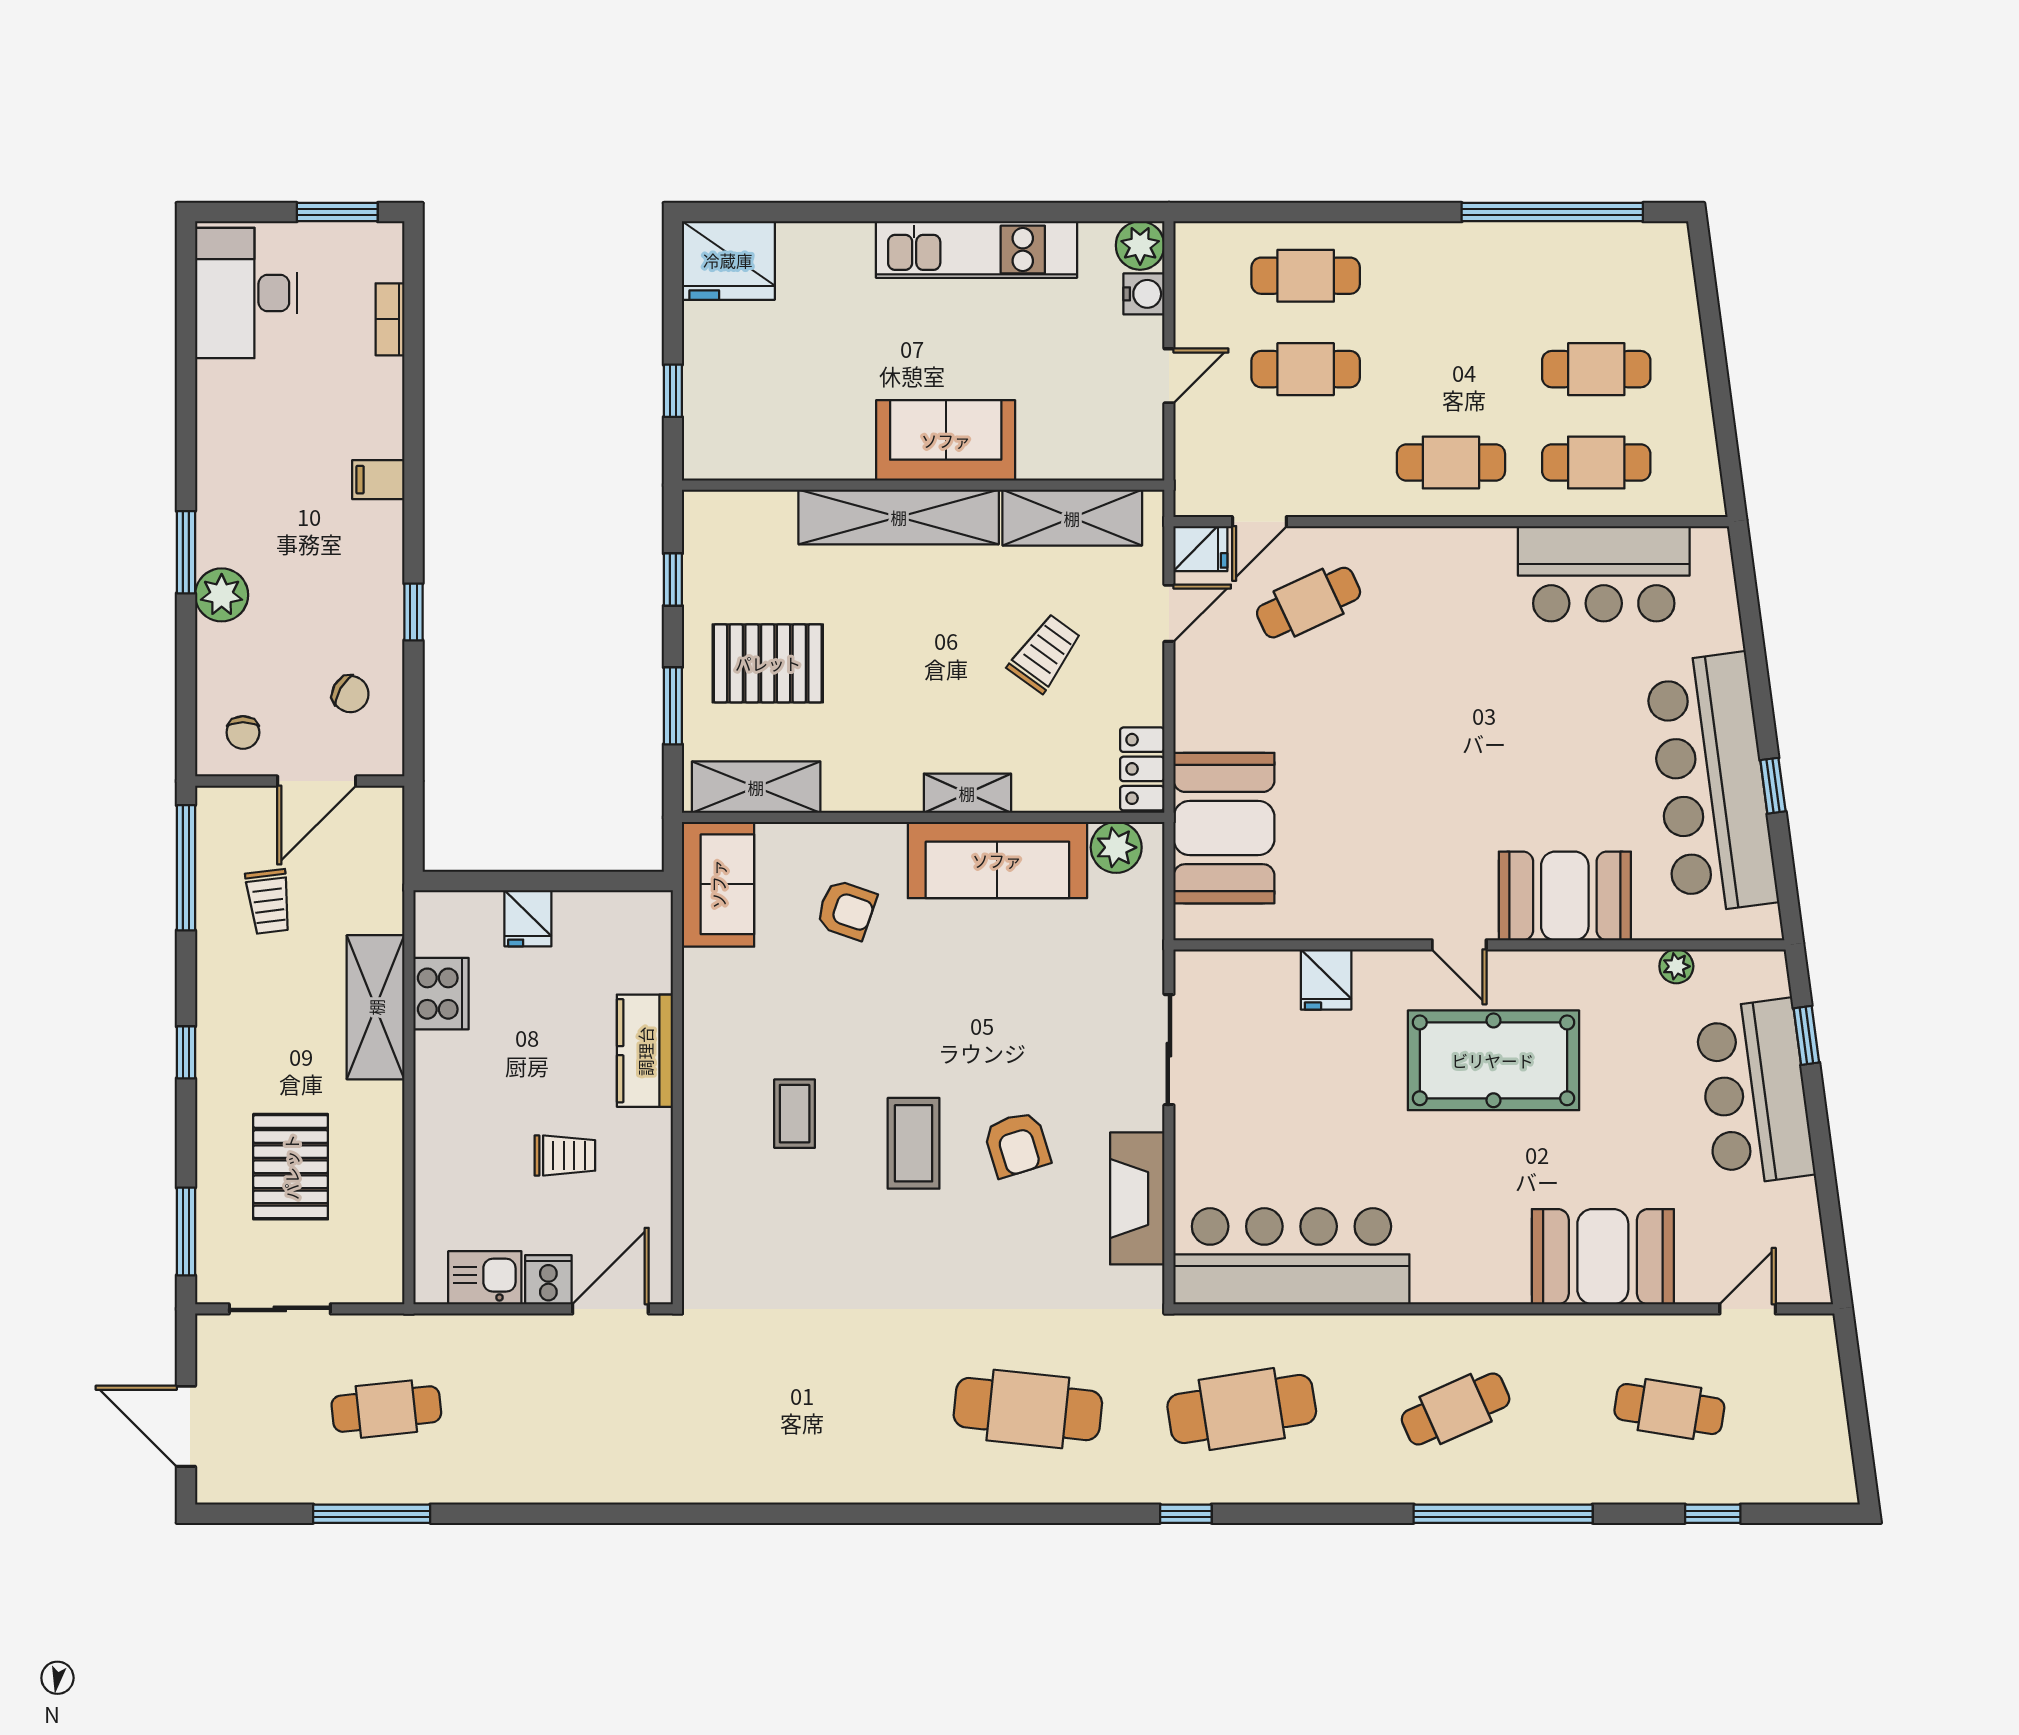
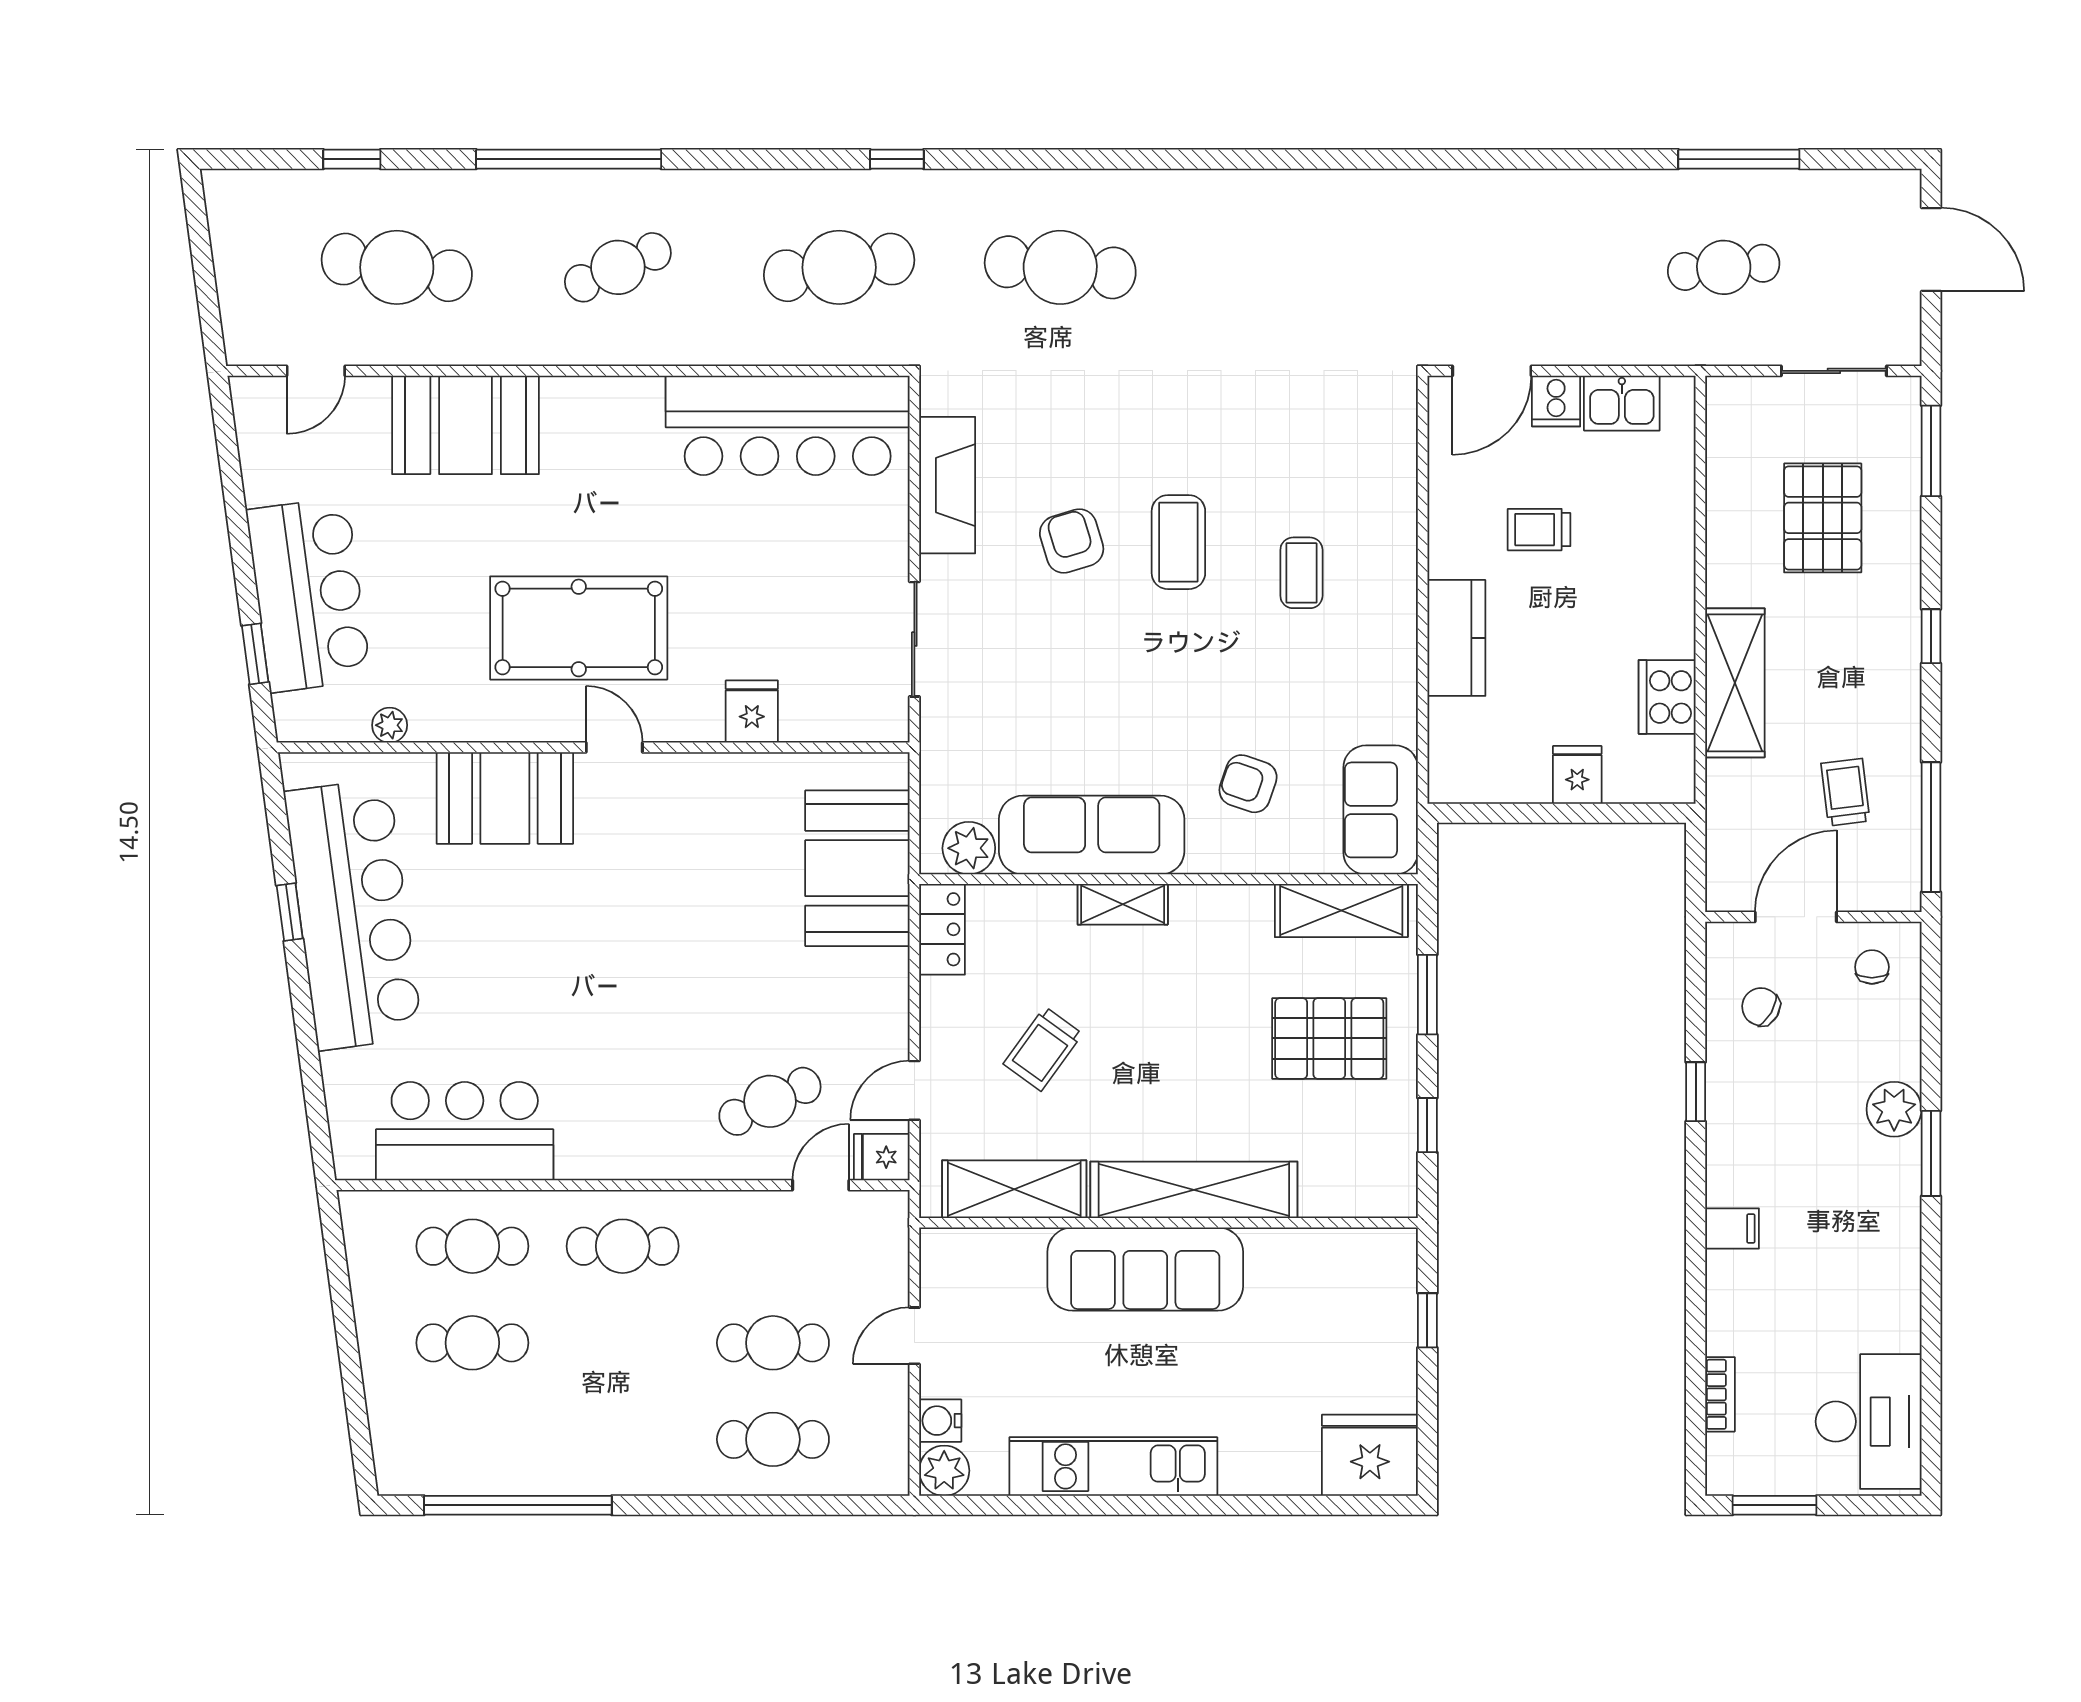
sofa: (946, 440) -> (1145, 1269), width x1.36
cafe table: (1669, 1409) -> (397, 267), width x1.37, depth x1.35

